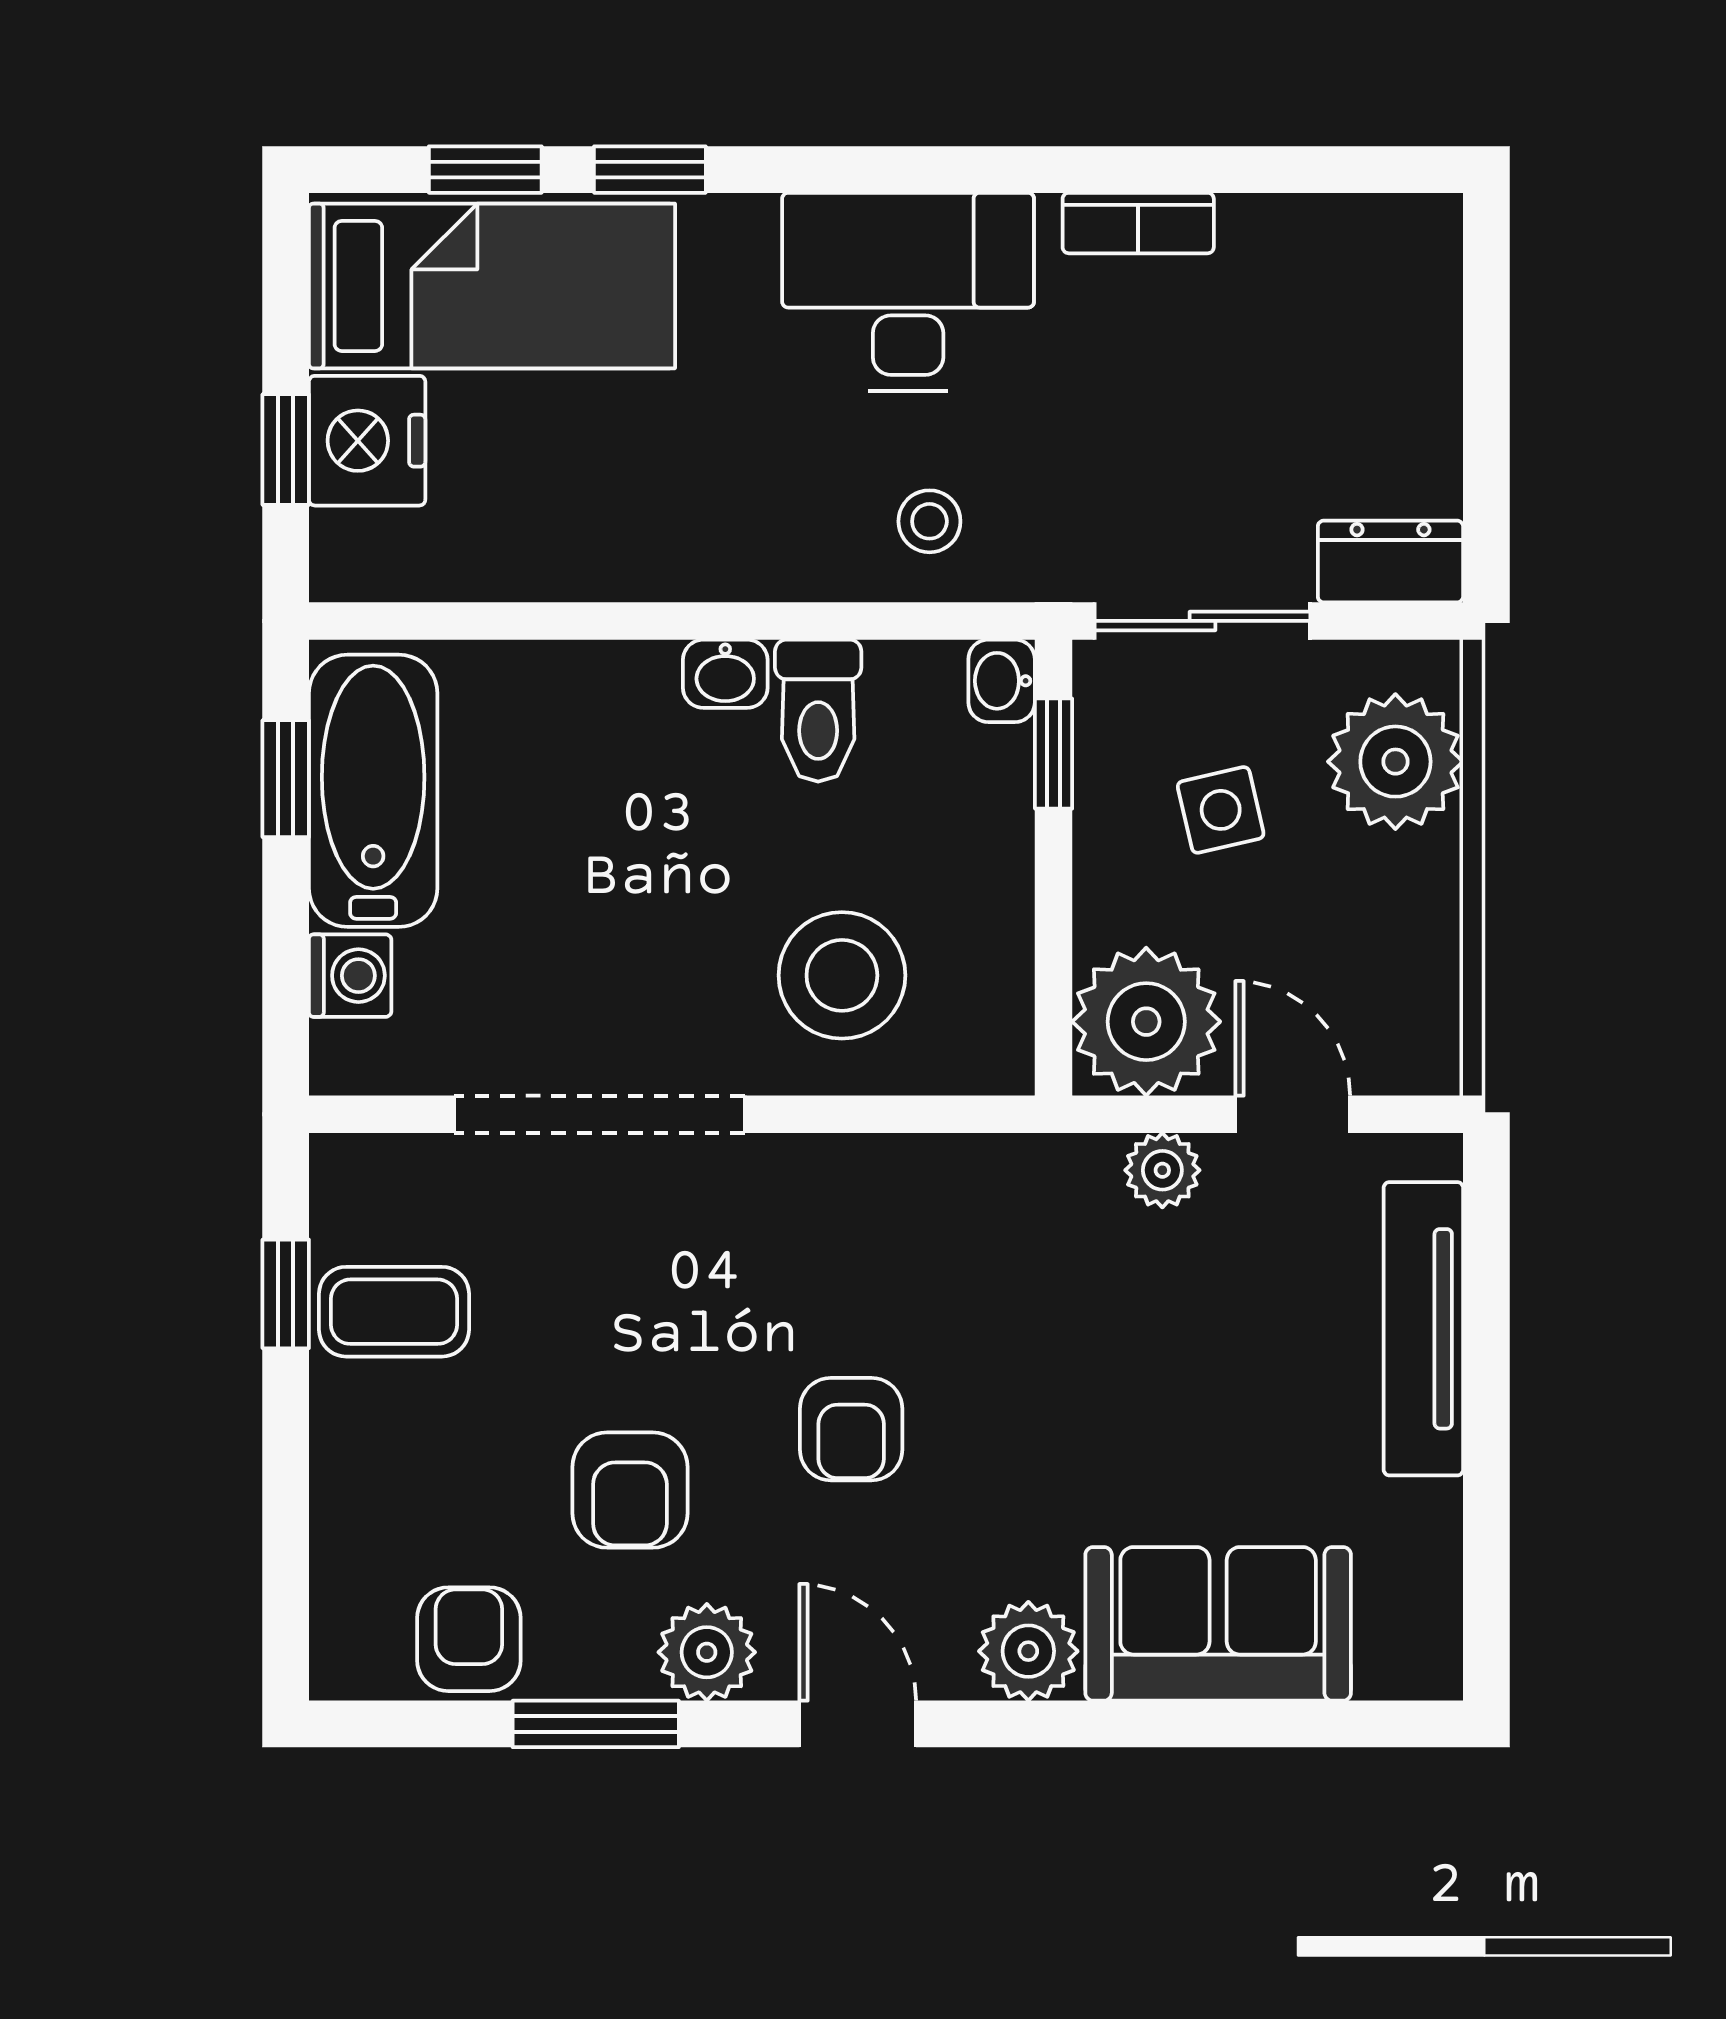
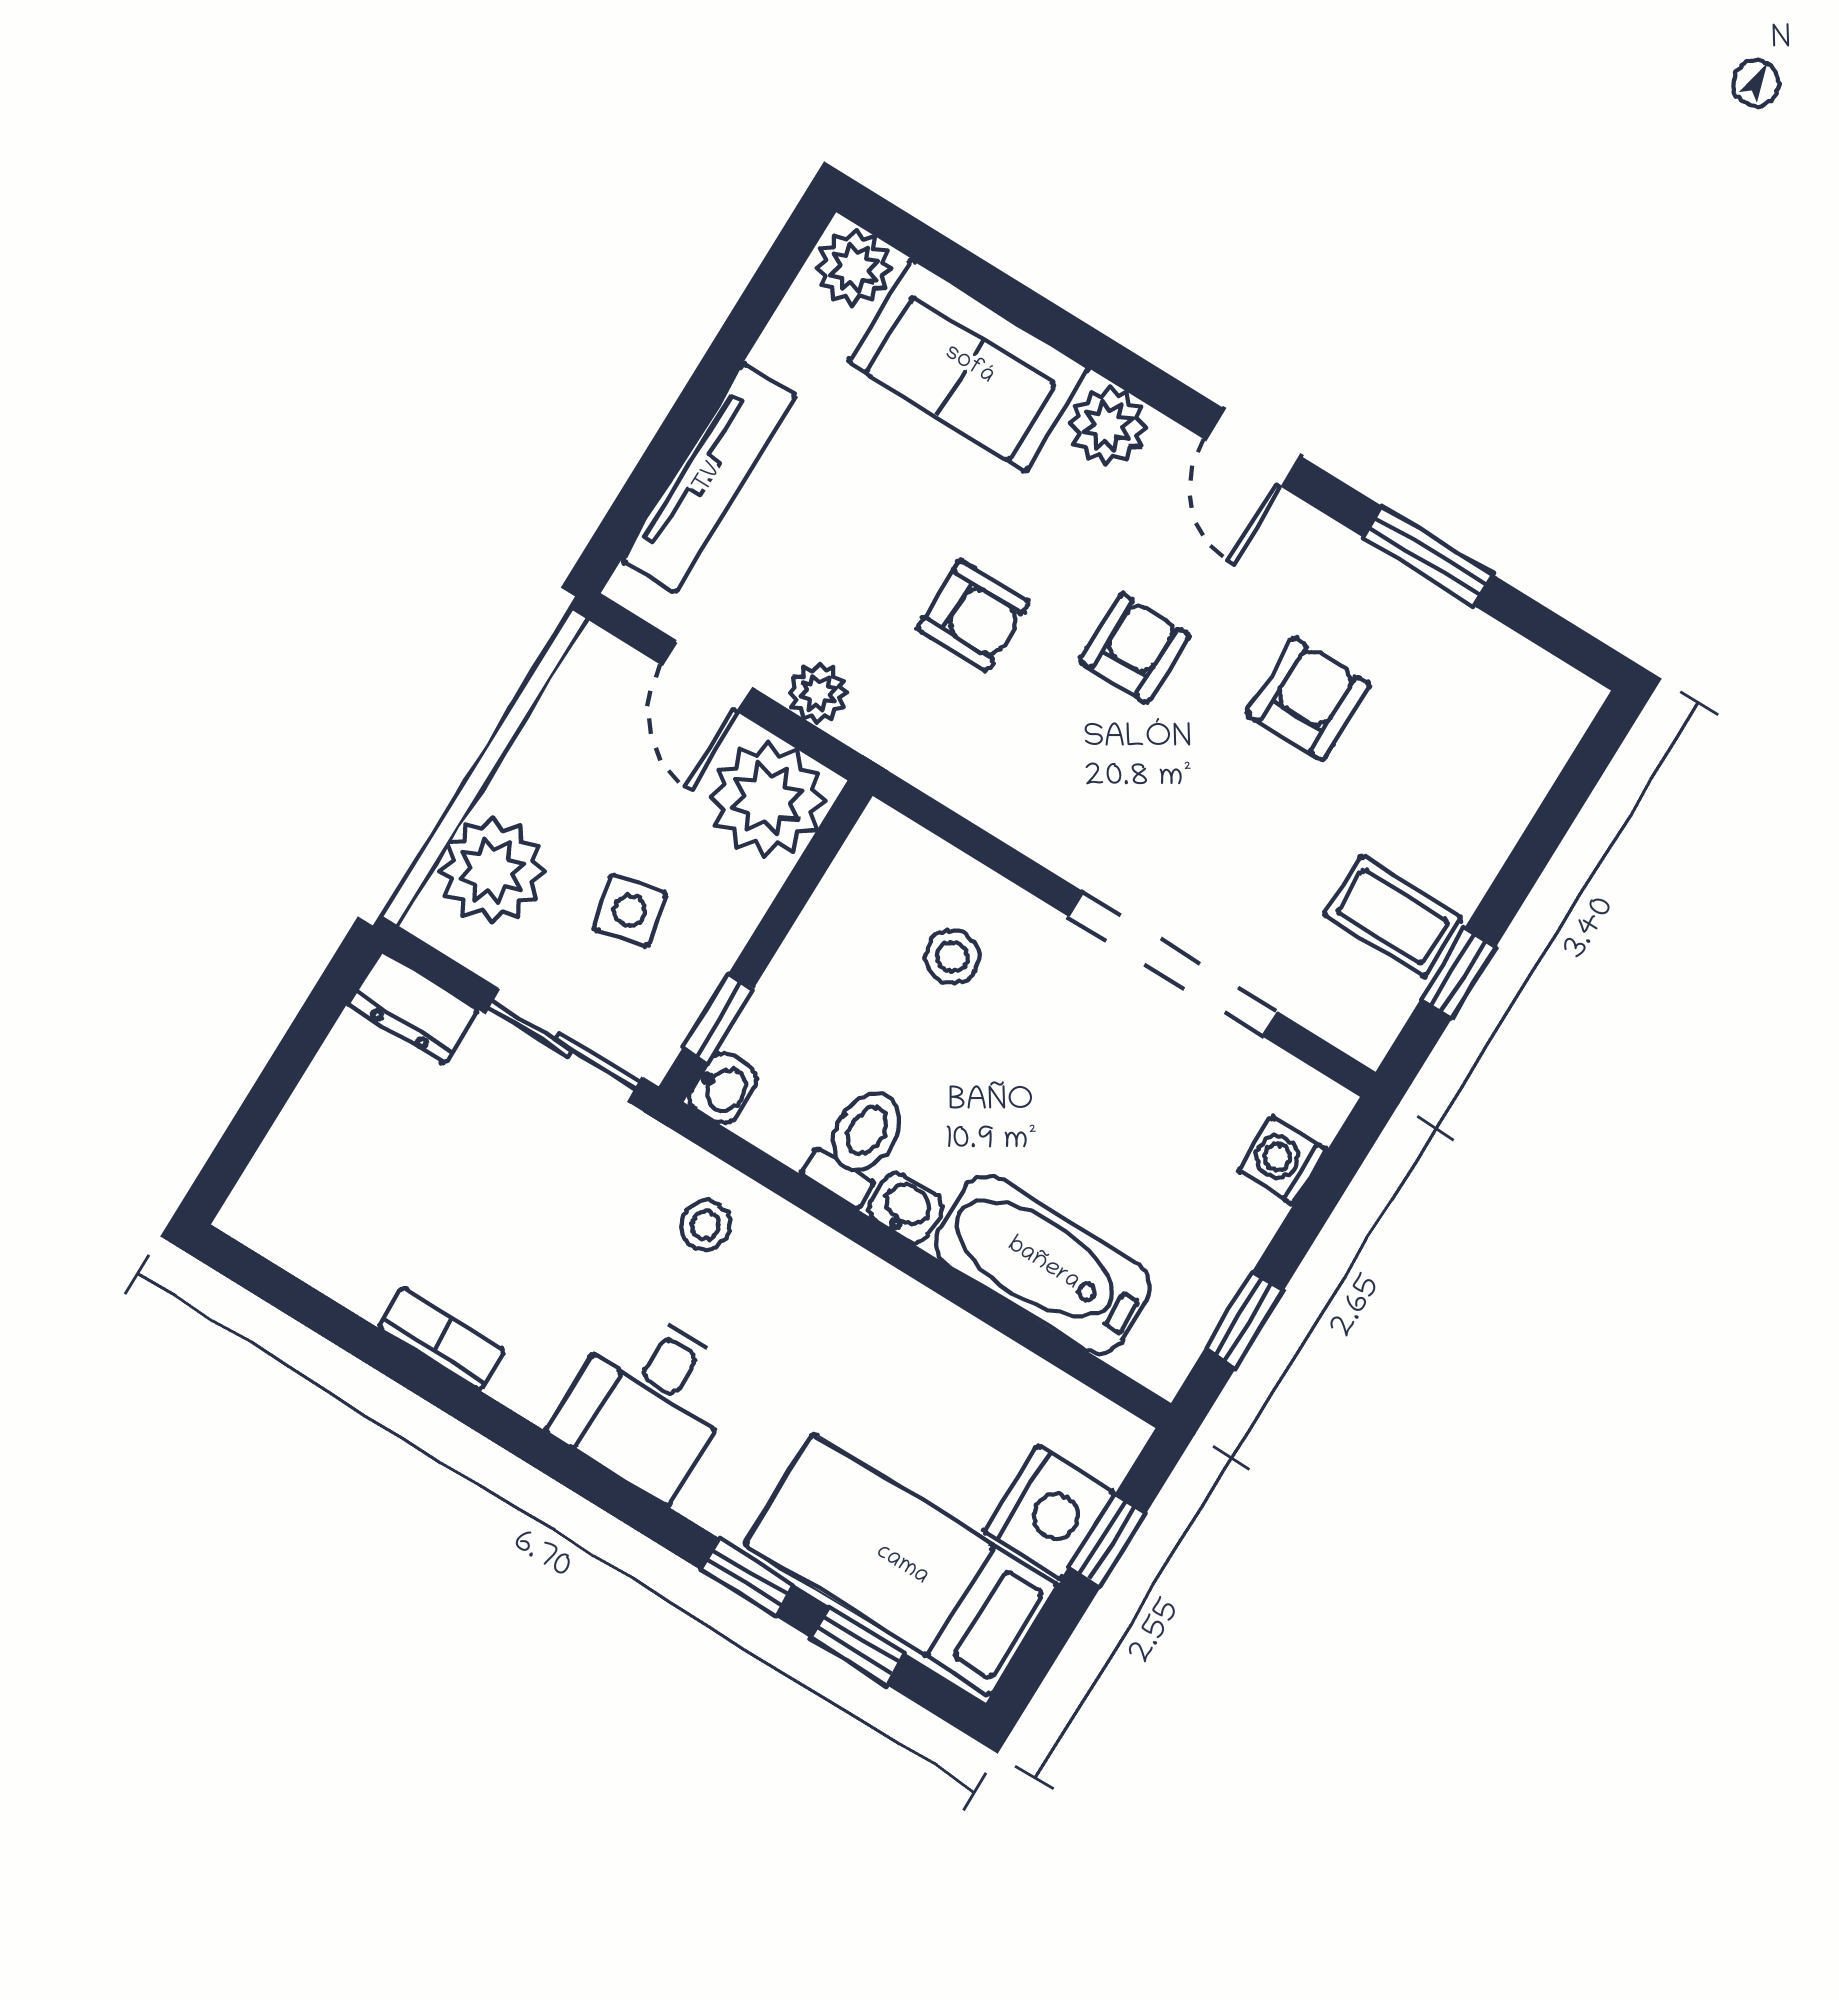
desk: (908, 292) -> (648, 1402), width x0.73
bathtub: (373, 791) -> (1043, 1264), moved, turned 90
stool: (842, 975) -> (952, 957), width x0.53, depth x0.53
armchair: (469, 1639) -> (973, 615), moved, turned -90
plant: (707, 1652) -> (854, 268), moved

